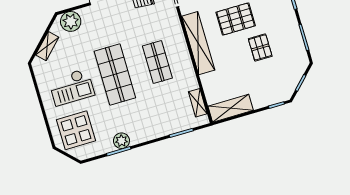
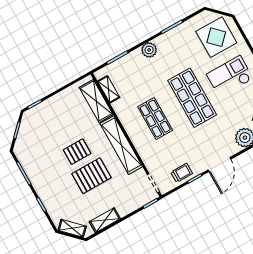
pallet: (260, 47) -> (77, 152), moved, turned 90
shelving: (231, 108) -> (96, 101), moved, turned 90
plant: (121, 141) -> (149, 50), moved

